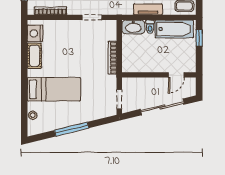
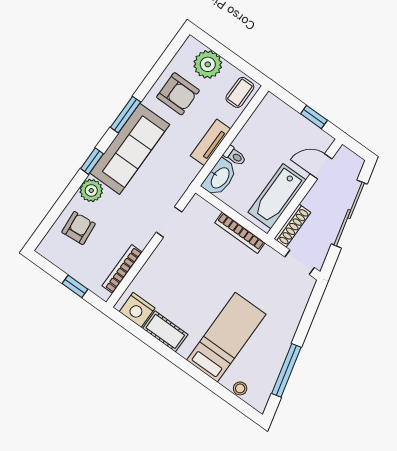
bathtub: (174, 29) -> (277, 196), moved, turned 180
window: (199, 38) -> (314, 117), moved
door: (176, 75) -> (321, 166), swing flipped
shoe rack: (135, 82) -> (292, 226), added
window: (72, 129) -> (286, 370), moved

